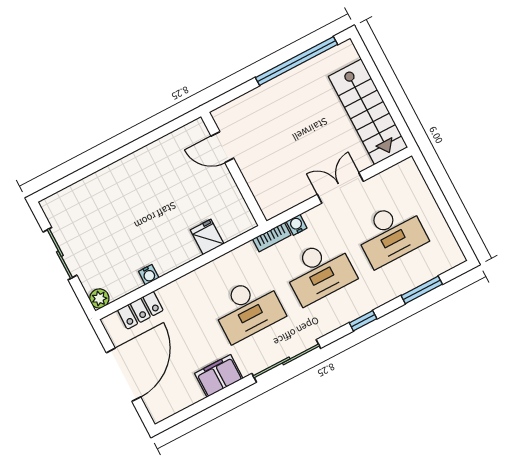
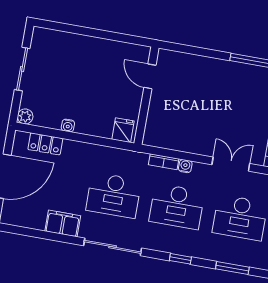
door: (222, 147) -> (150, 76), moved
wall: (234, 169) -> (146, 96), moved

